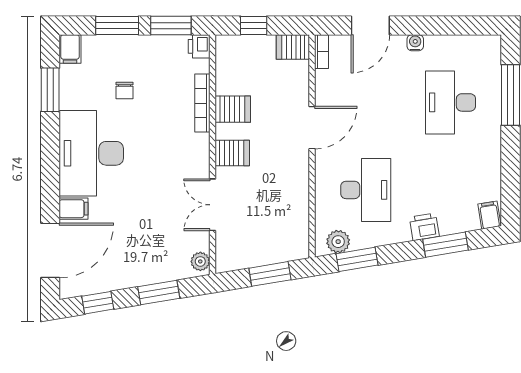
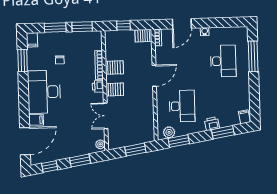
printer: (199, 46) -> (98, 86), moved
desk: (450, 102) -> (223, 61), turned 180

